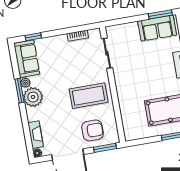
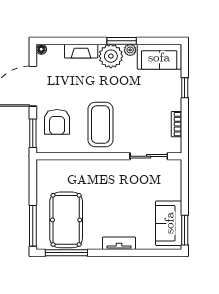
window: (33, 37) -> (185, 88), moved
fireplace: (36, 135) -> (81, 51), moved

